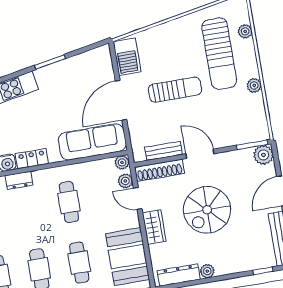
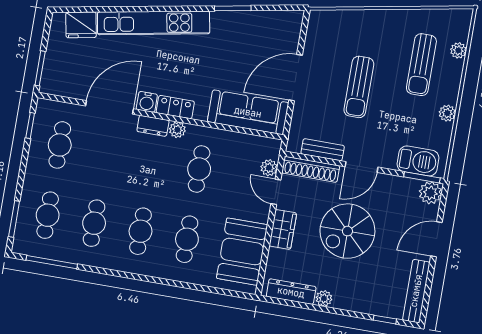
sun lounger: (219, 54) -> (421, 65), width x0.73, depth x0.75
barbecue: (127, 57) -> (418, 161), moved, turned -90
sun lounger: (175, 90) -> (359, 87), turned 90
door: (200, 154) -> (361, 167), swing flipped
plant: (122, 162) -> (177, 130), moved

